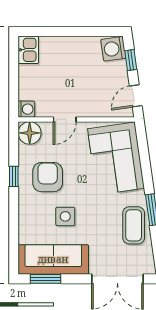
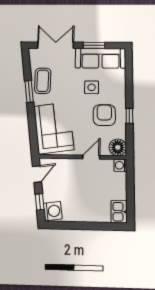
armchair: (48, 177) -> (104, 115), turned 180
window: (45, 279) -> (94, 45), moved

